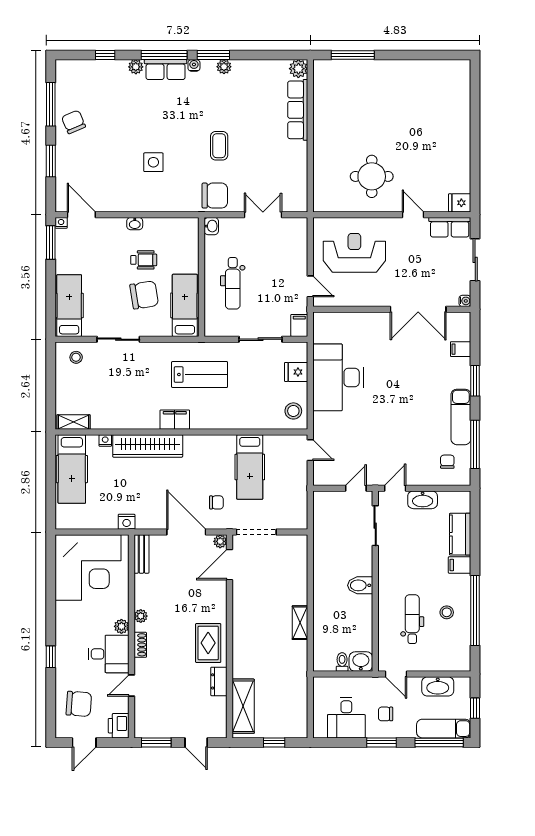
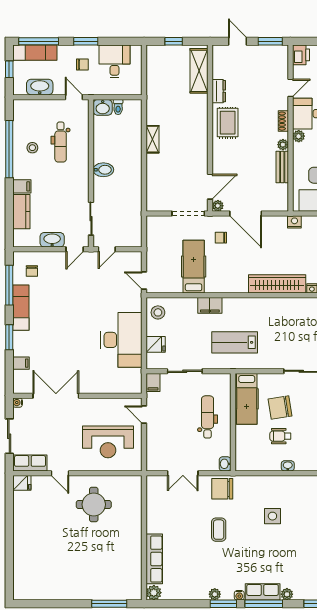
filing cabinet: (175, 420) -> (210, 305), moved
bench: (141, 554) -> (282, 167), moved

